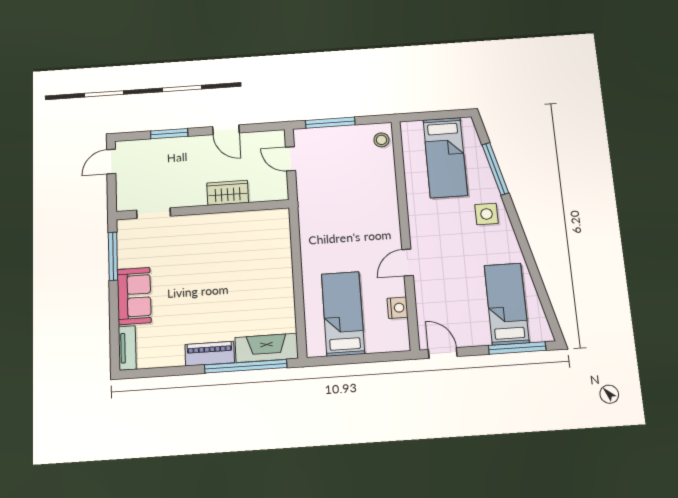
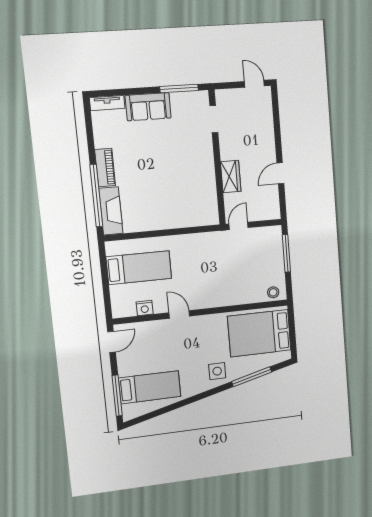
window: (169, 134) -> (277, 129), removed
bed: (445, 157) -> (259, 333), width x1.50
door: (290, 159) -> (239, 226), moved

